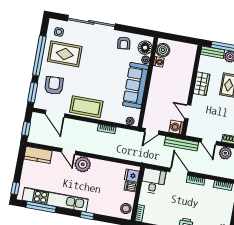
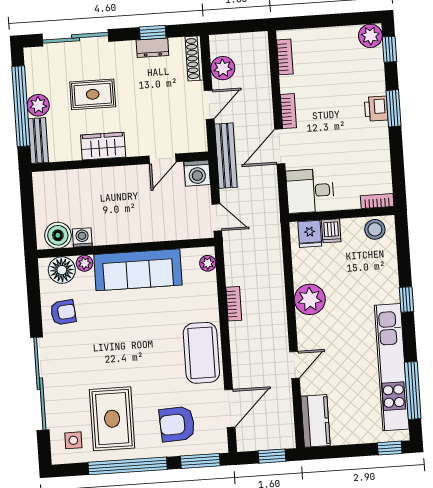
plant: (83, 164) -> (310, 299), moved

